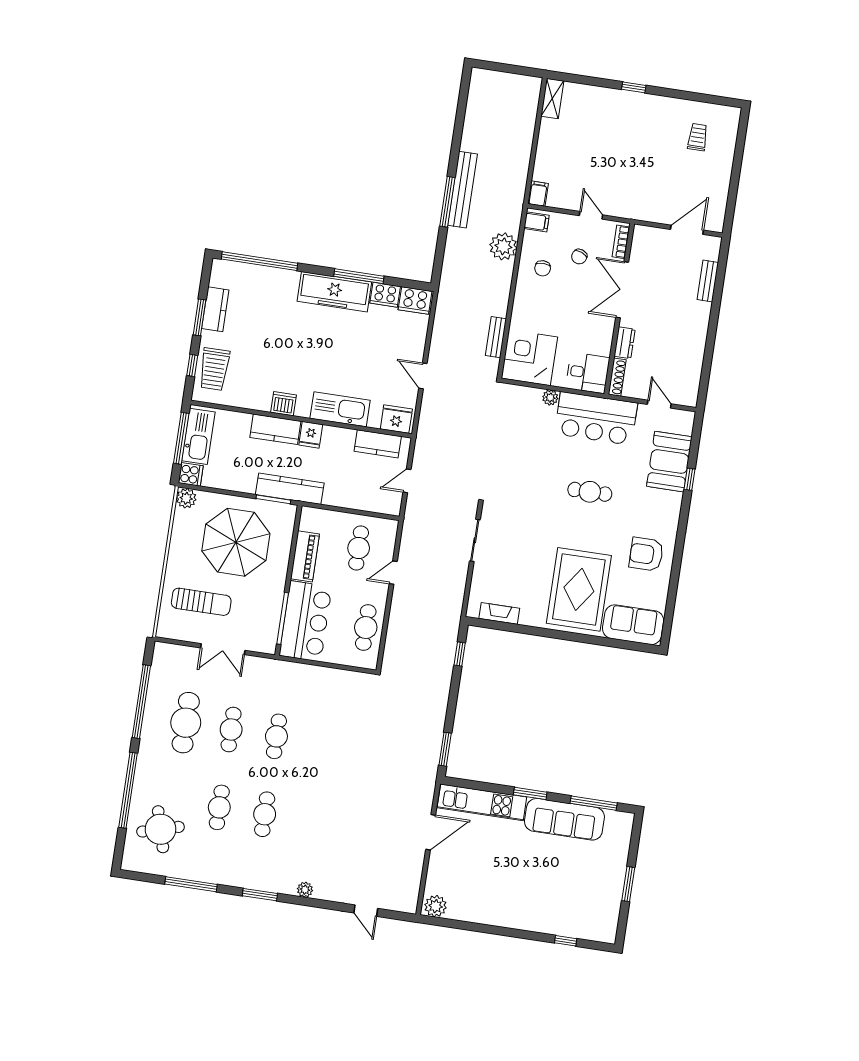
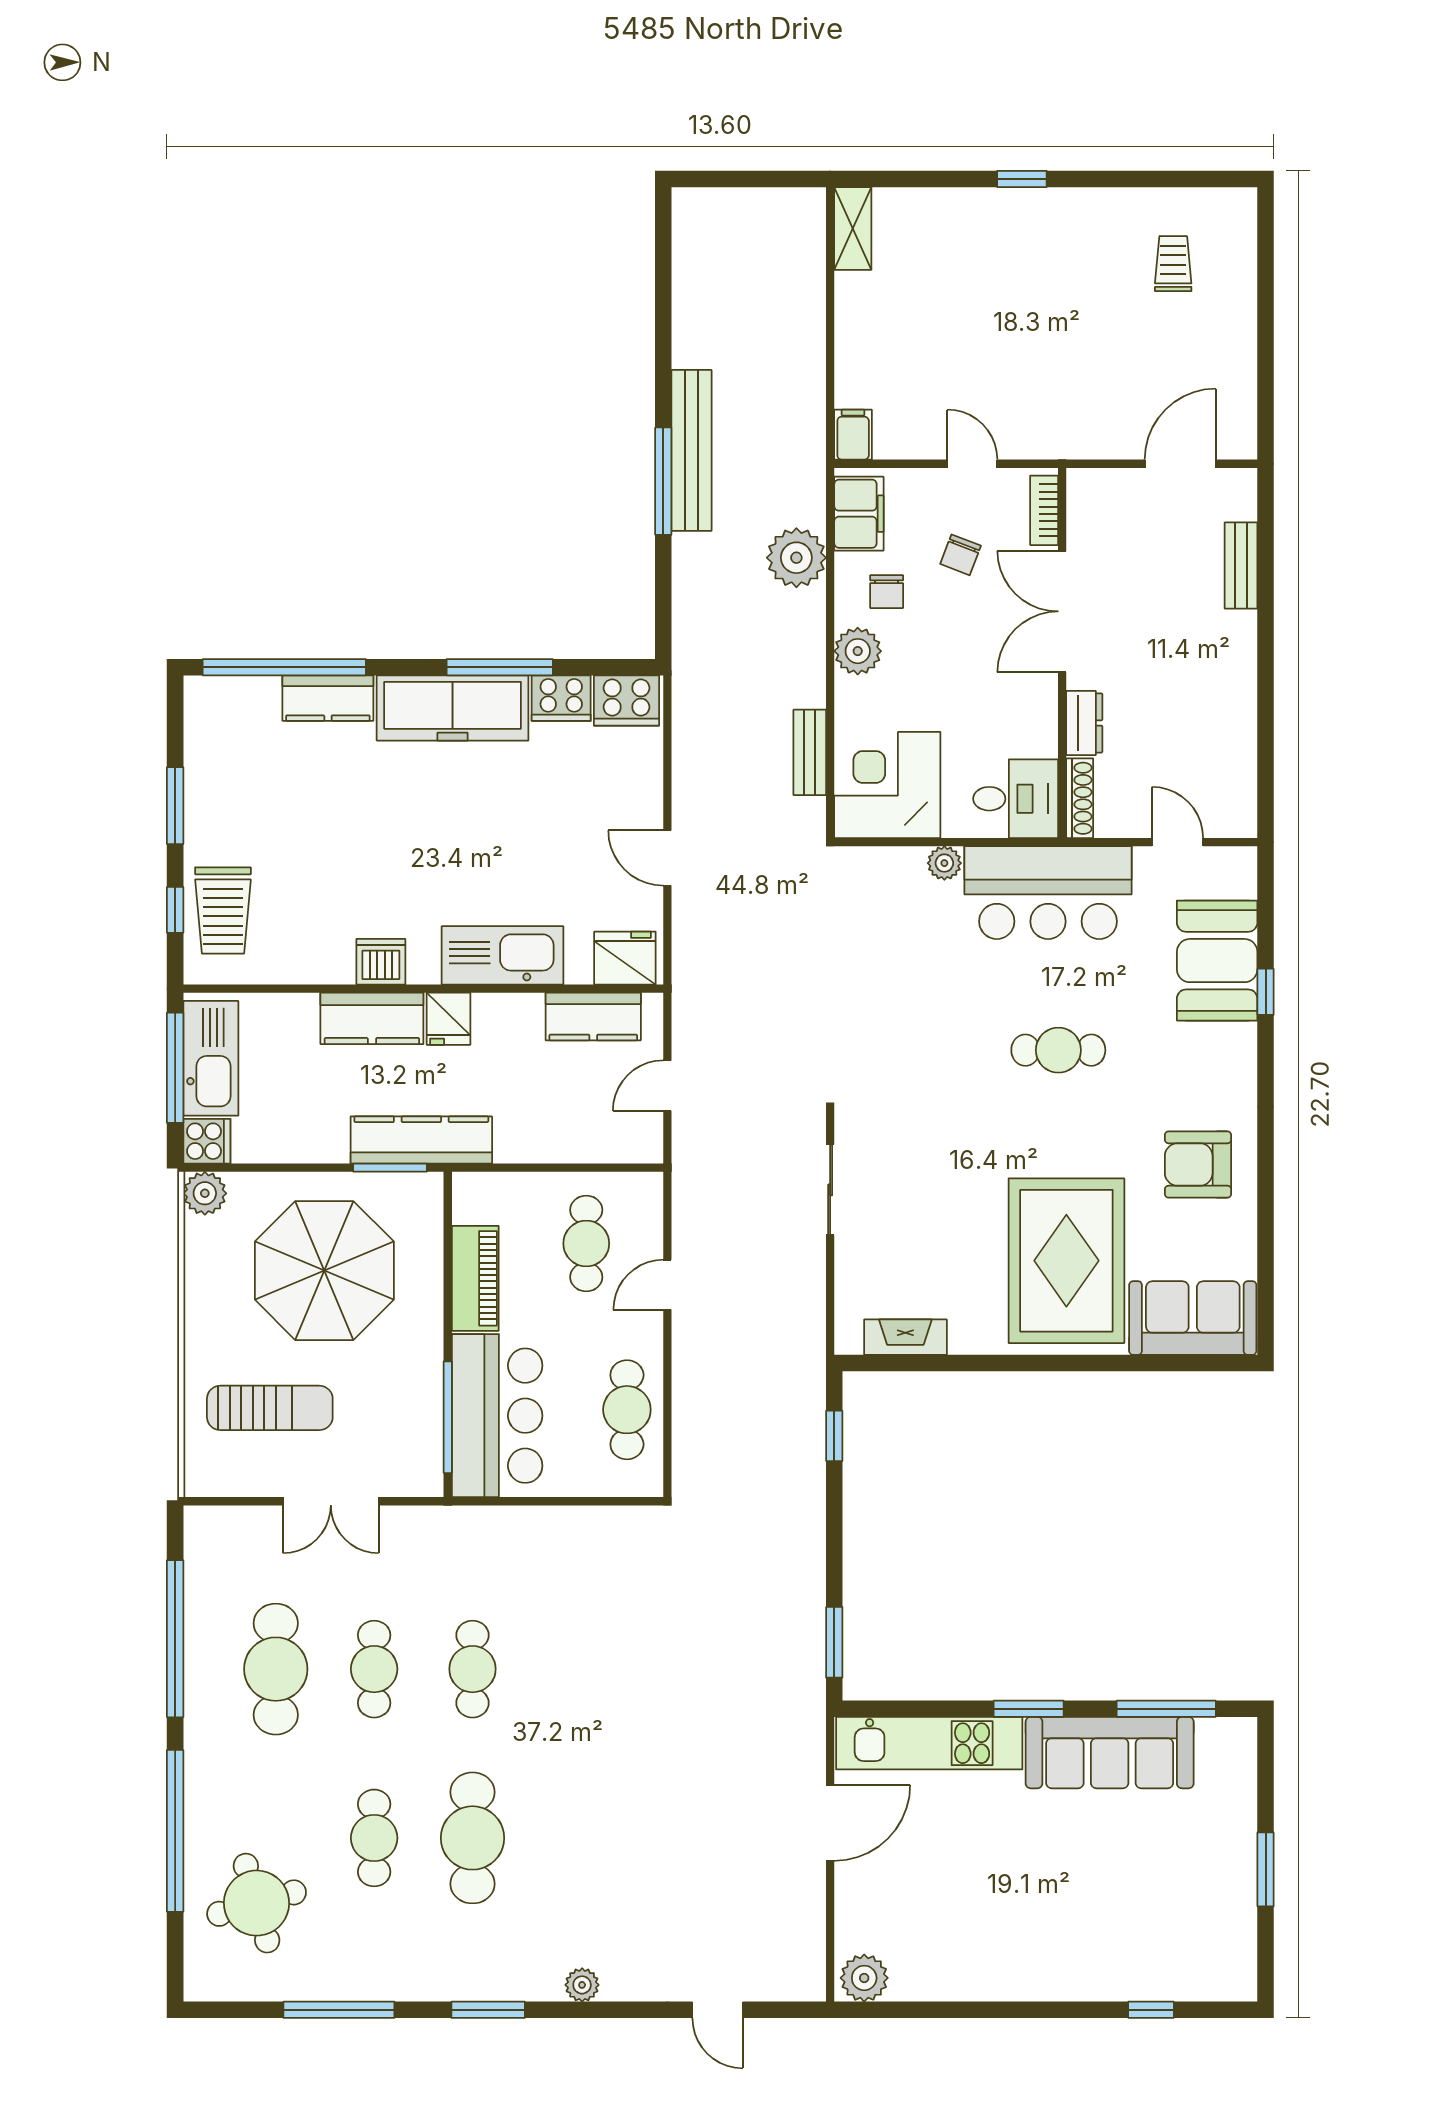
filing cabinet: (537, 222) -> (859, 514), width x2.00
plant: (525, 294) -> (858, 651), added
kitchen counter: (215, 309) -> (328, 698), moved, turned 90
cafe table: (265, 814) -> (472, 1838), width x1.37, depth x1.35

